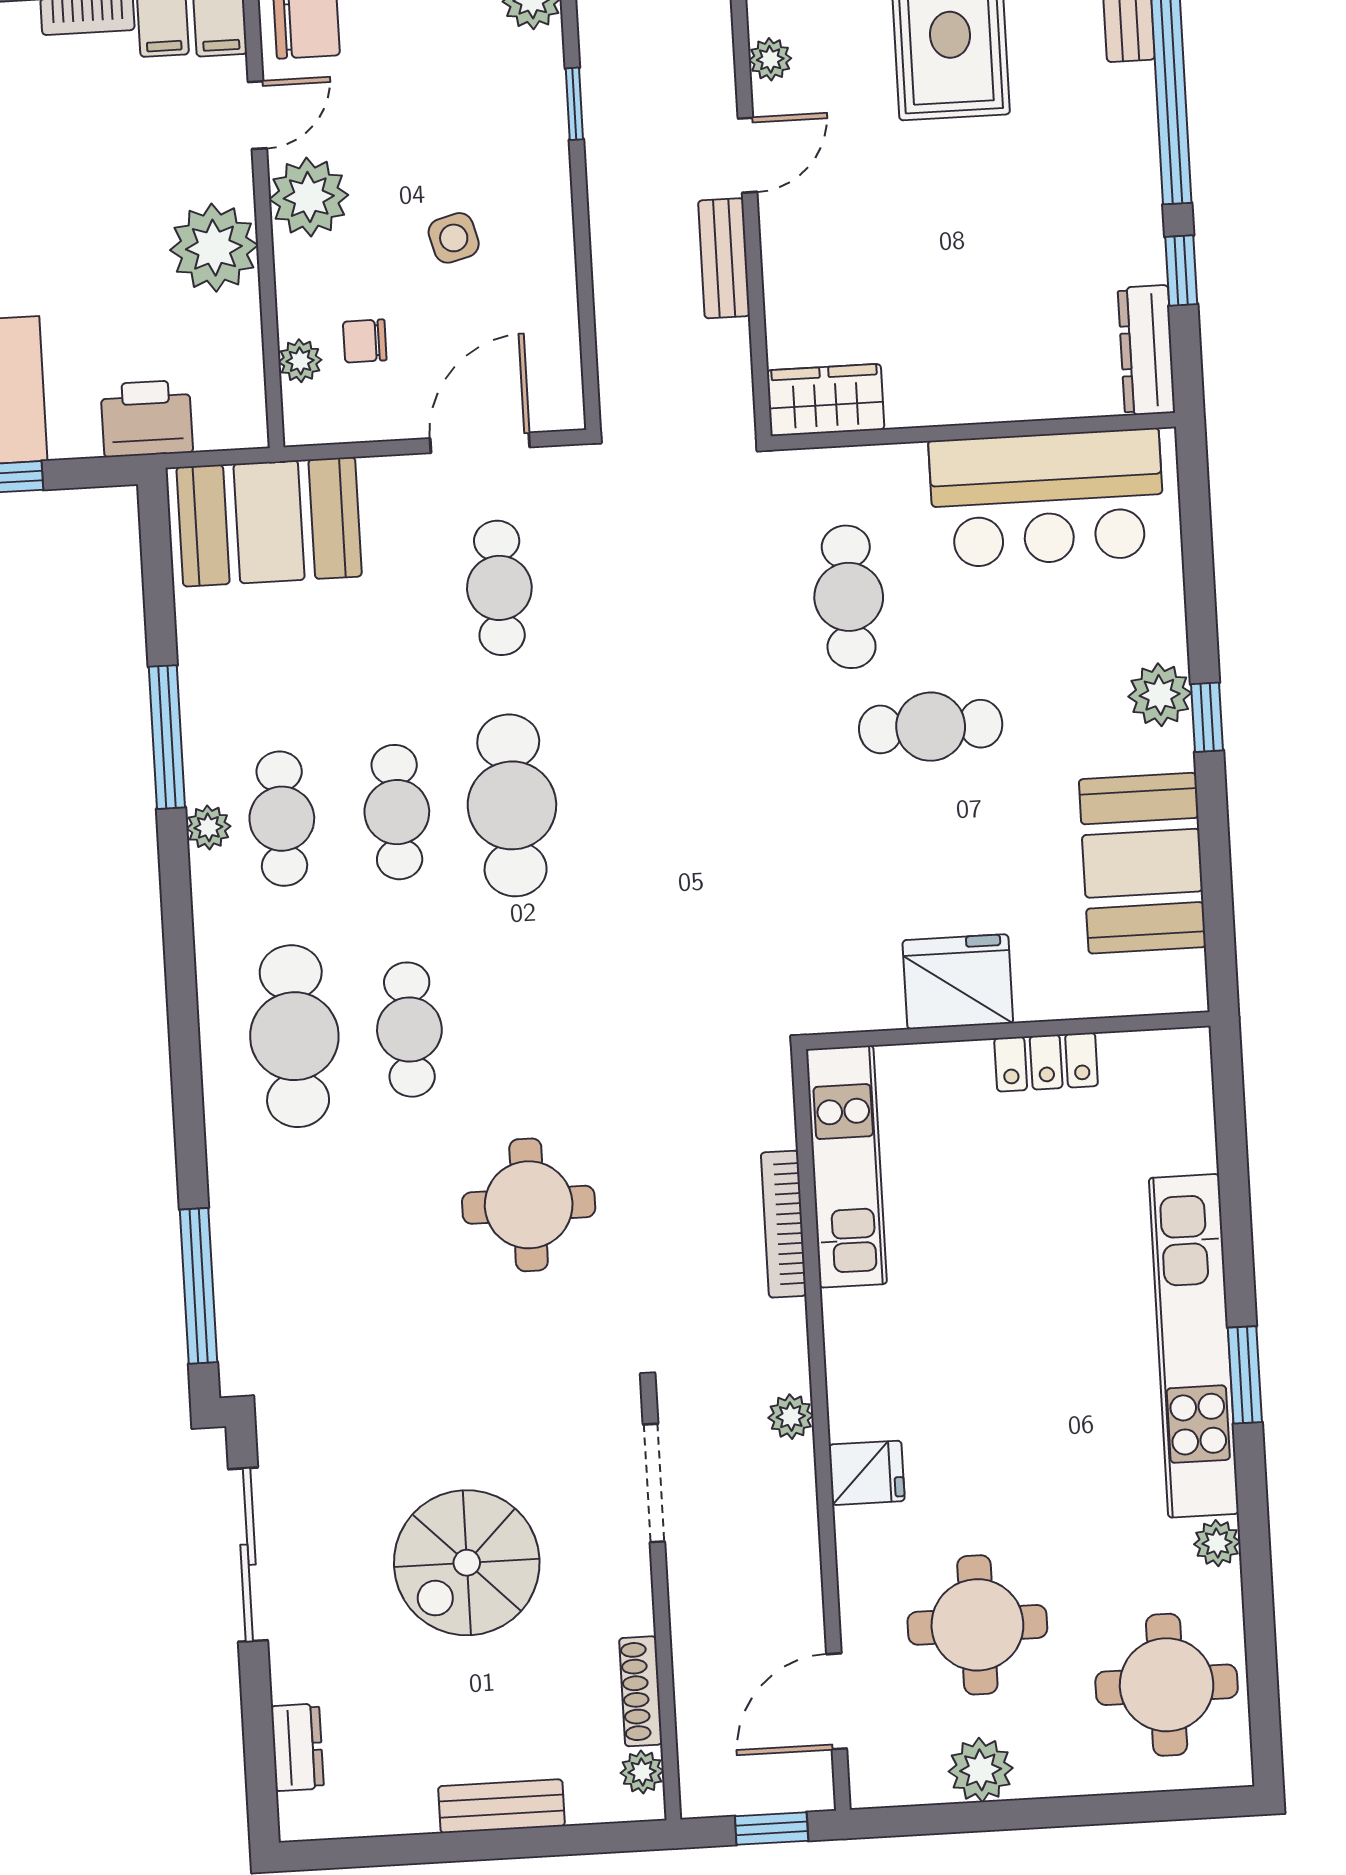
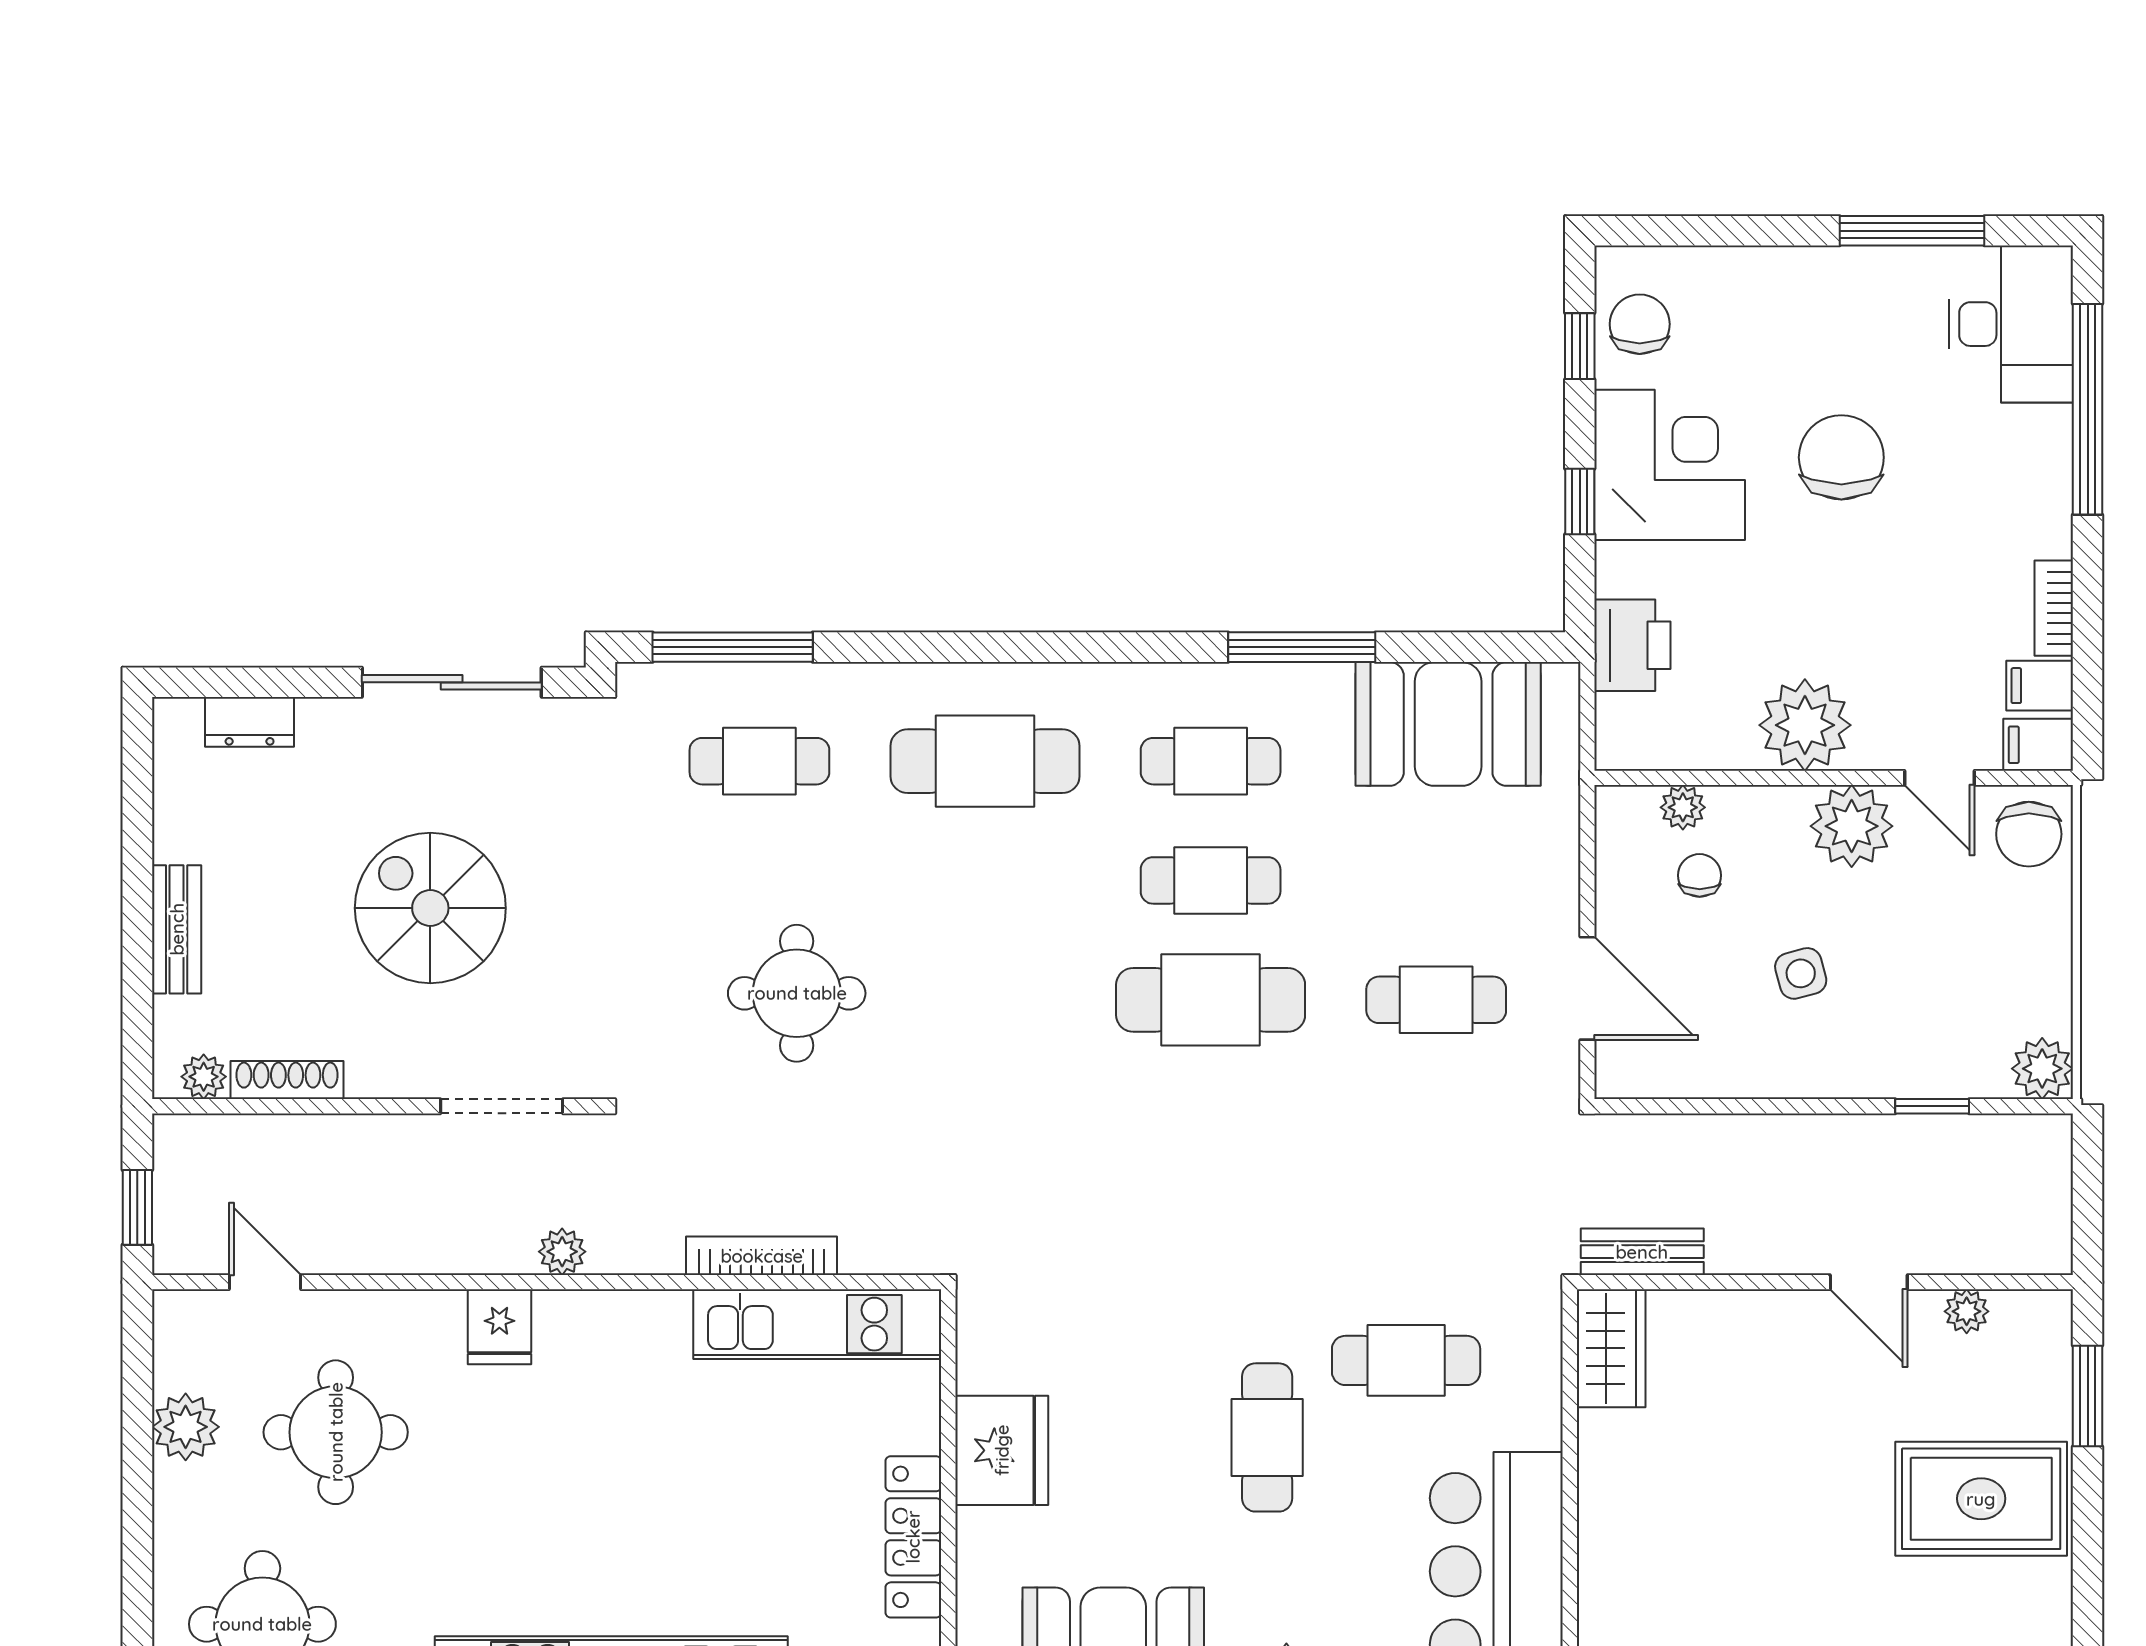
bench: (724, 258) -> (1642, 1252), moved
booth: (269, 522) -> (1448, 724), moved, turned 90
plant: (208, 827) -> (1206, 685), removed
cafe table: (409, 1030) -> (759, 761), moved
locker: (1046, 1062) -> (913, 1537), width x1.53
door: (837, 1701) -> (265, 1282), width x0.73

